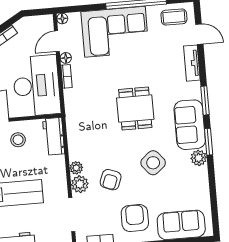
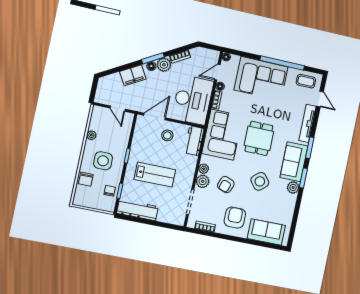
tv unit: (192, 63) -> (307, 123), width x1.41
corner sofa: (87, 118) -> (222, 135), added

